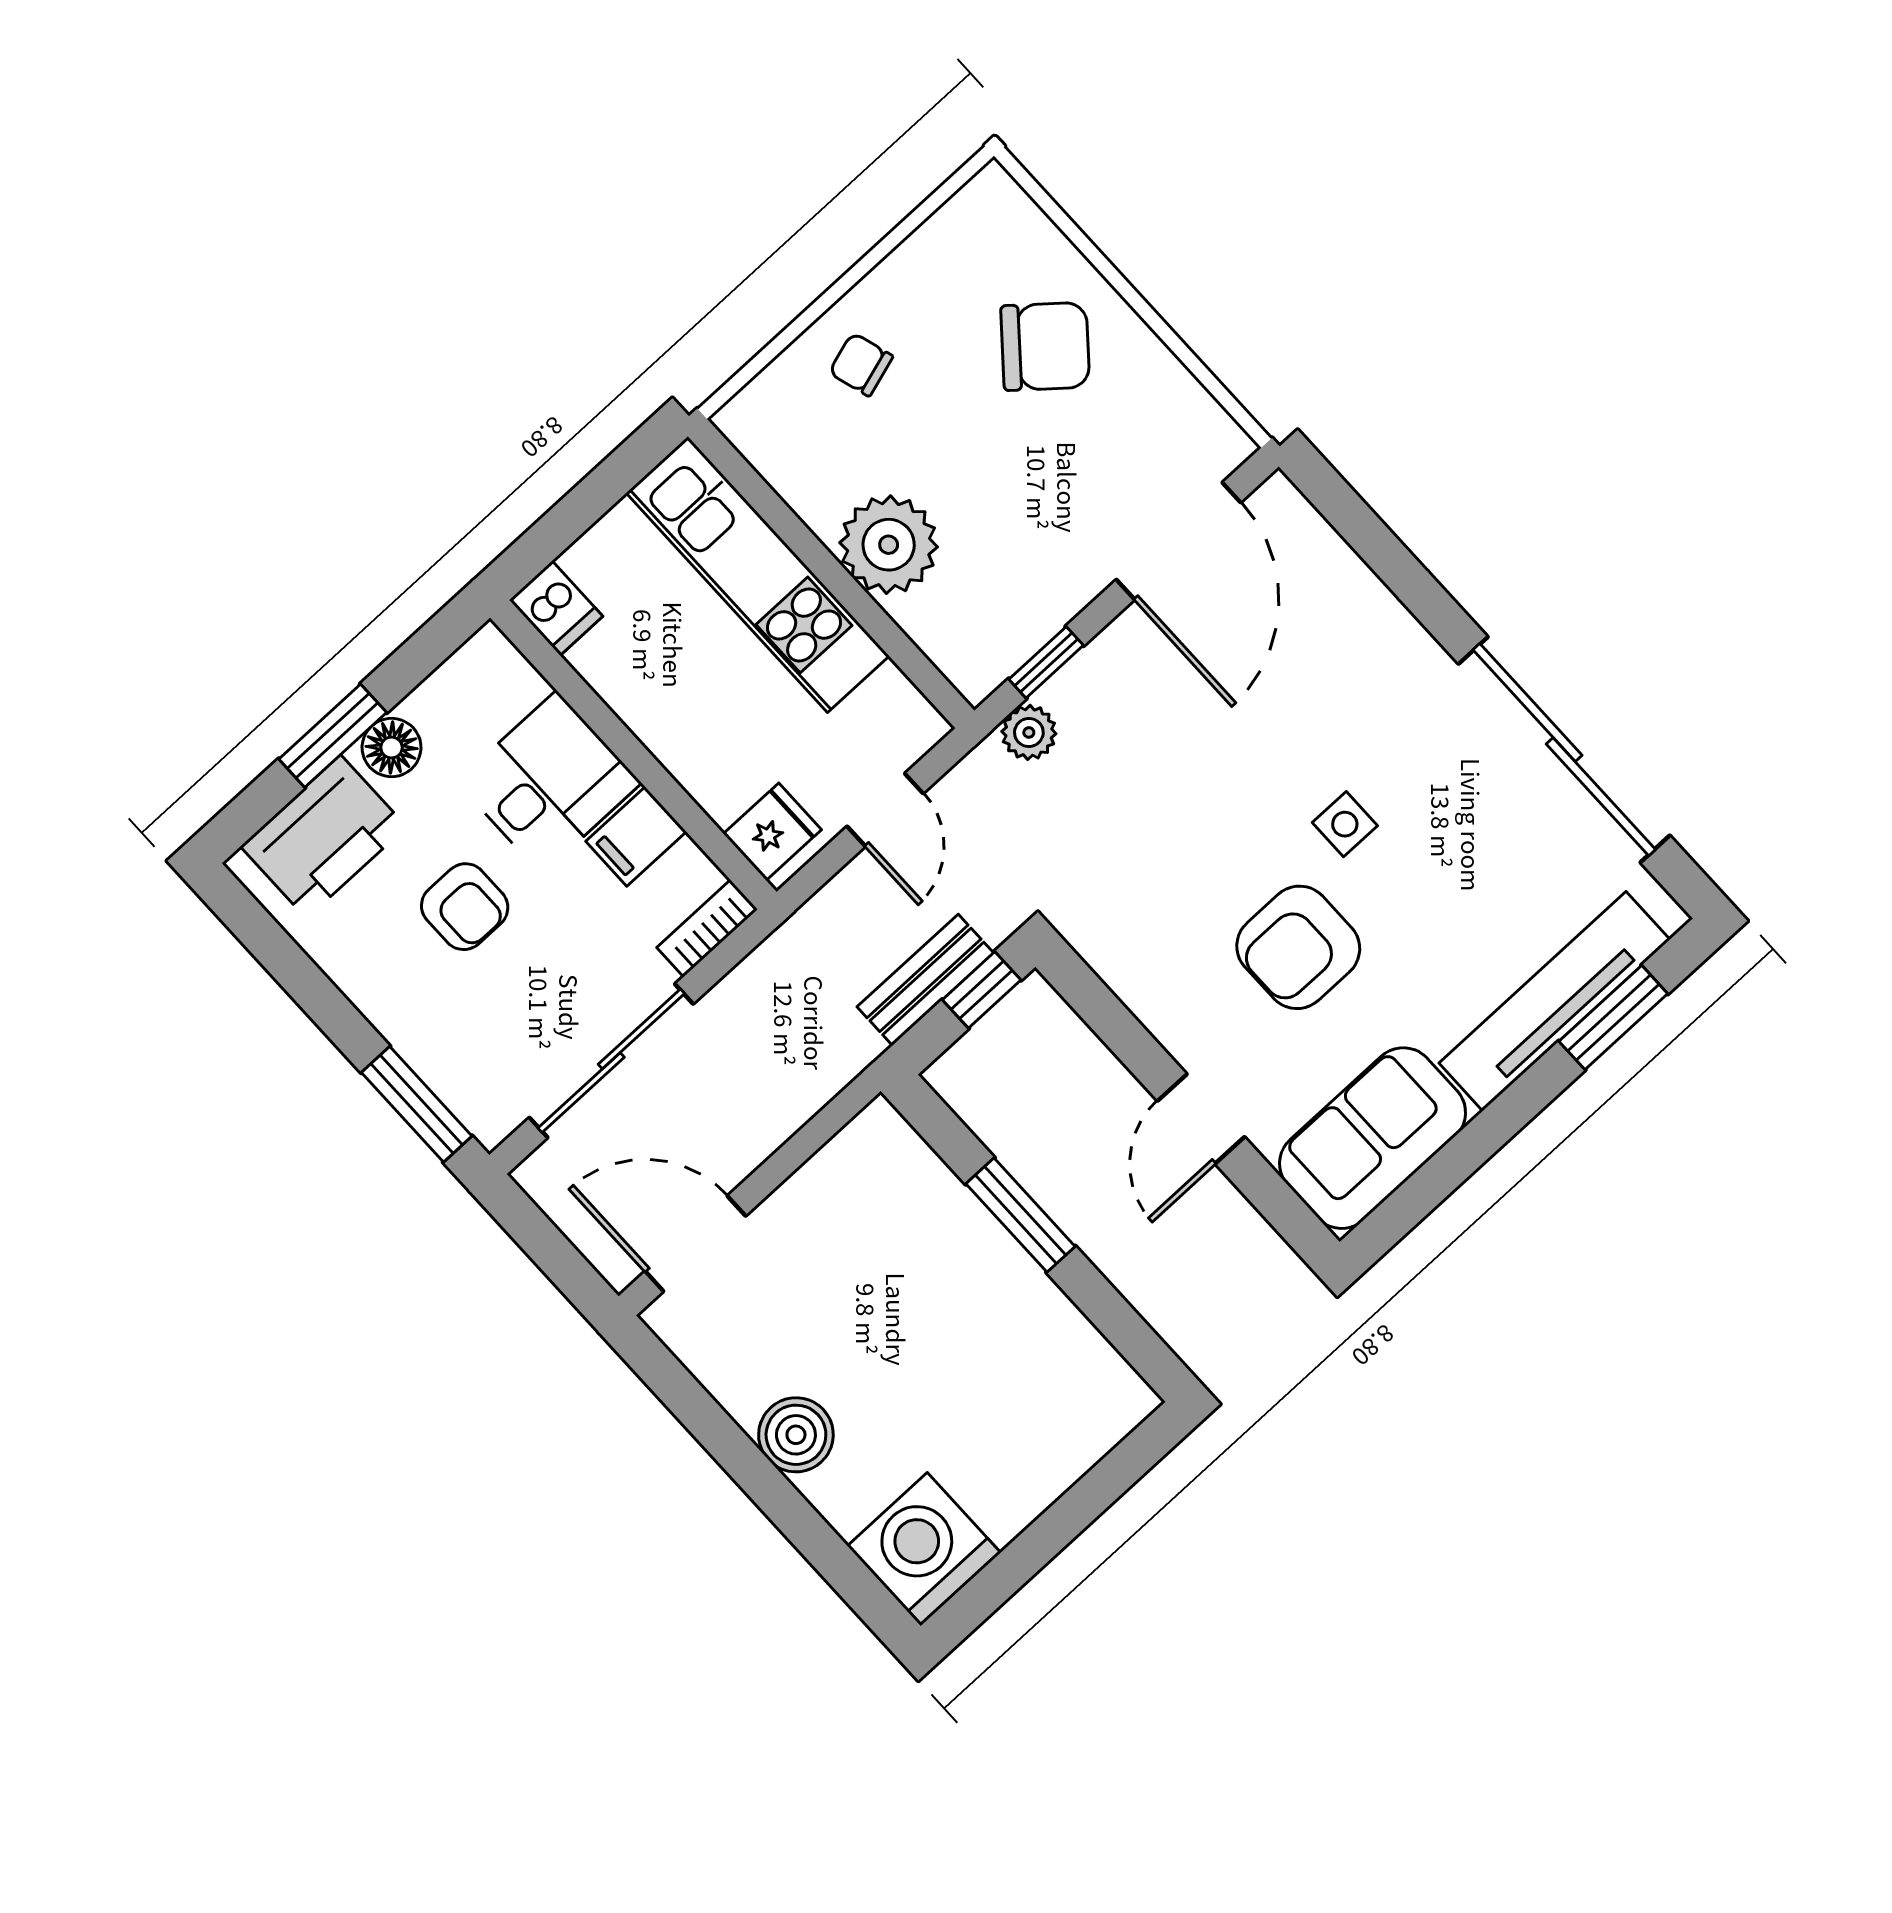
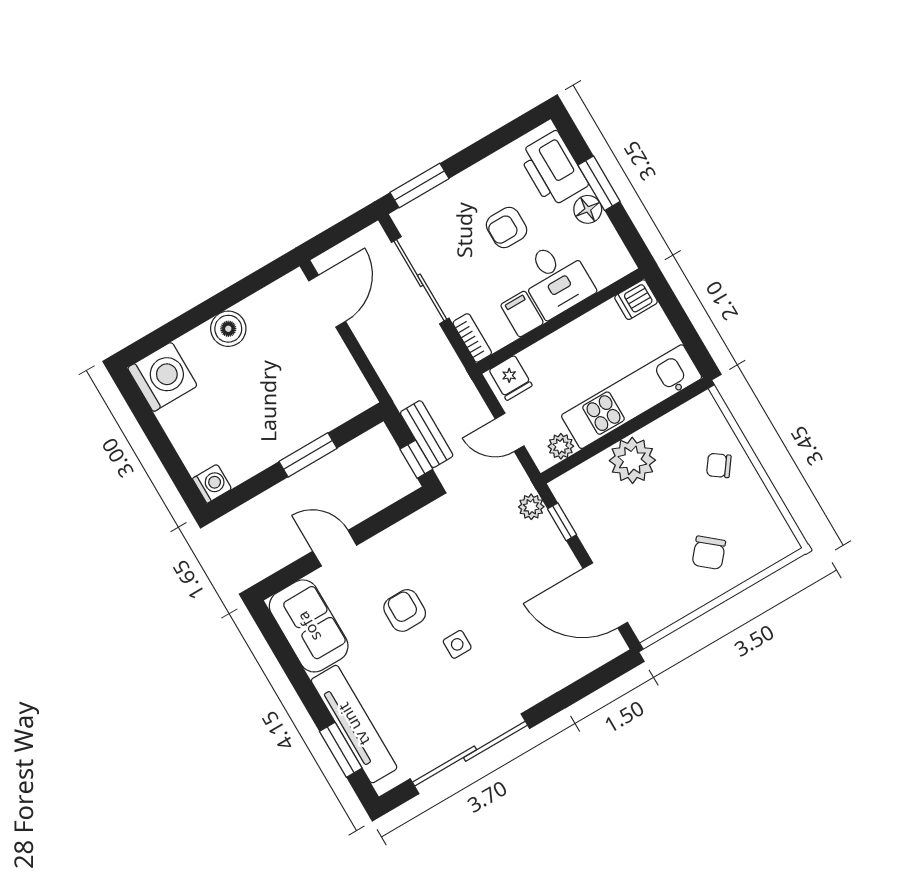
chair: (1045, 346) -> (709, 553), width x0.73, depth x0.73
chair: (861, 364) -> (719, 465), turned -127
plant: (891, 698) -> (561, 446), added
armchair: (1298, 947) -> (405, 610), width x0.72, depth x0.72
washing machine: (1122, 1400) -> (212, 484), added

